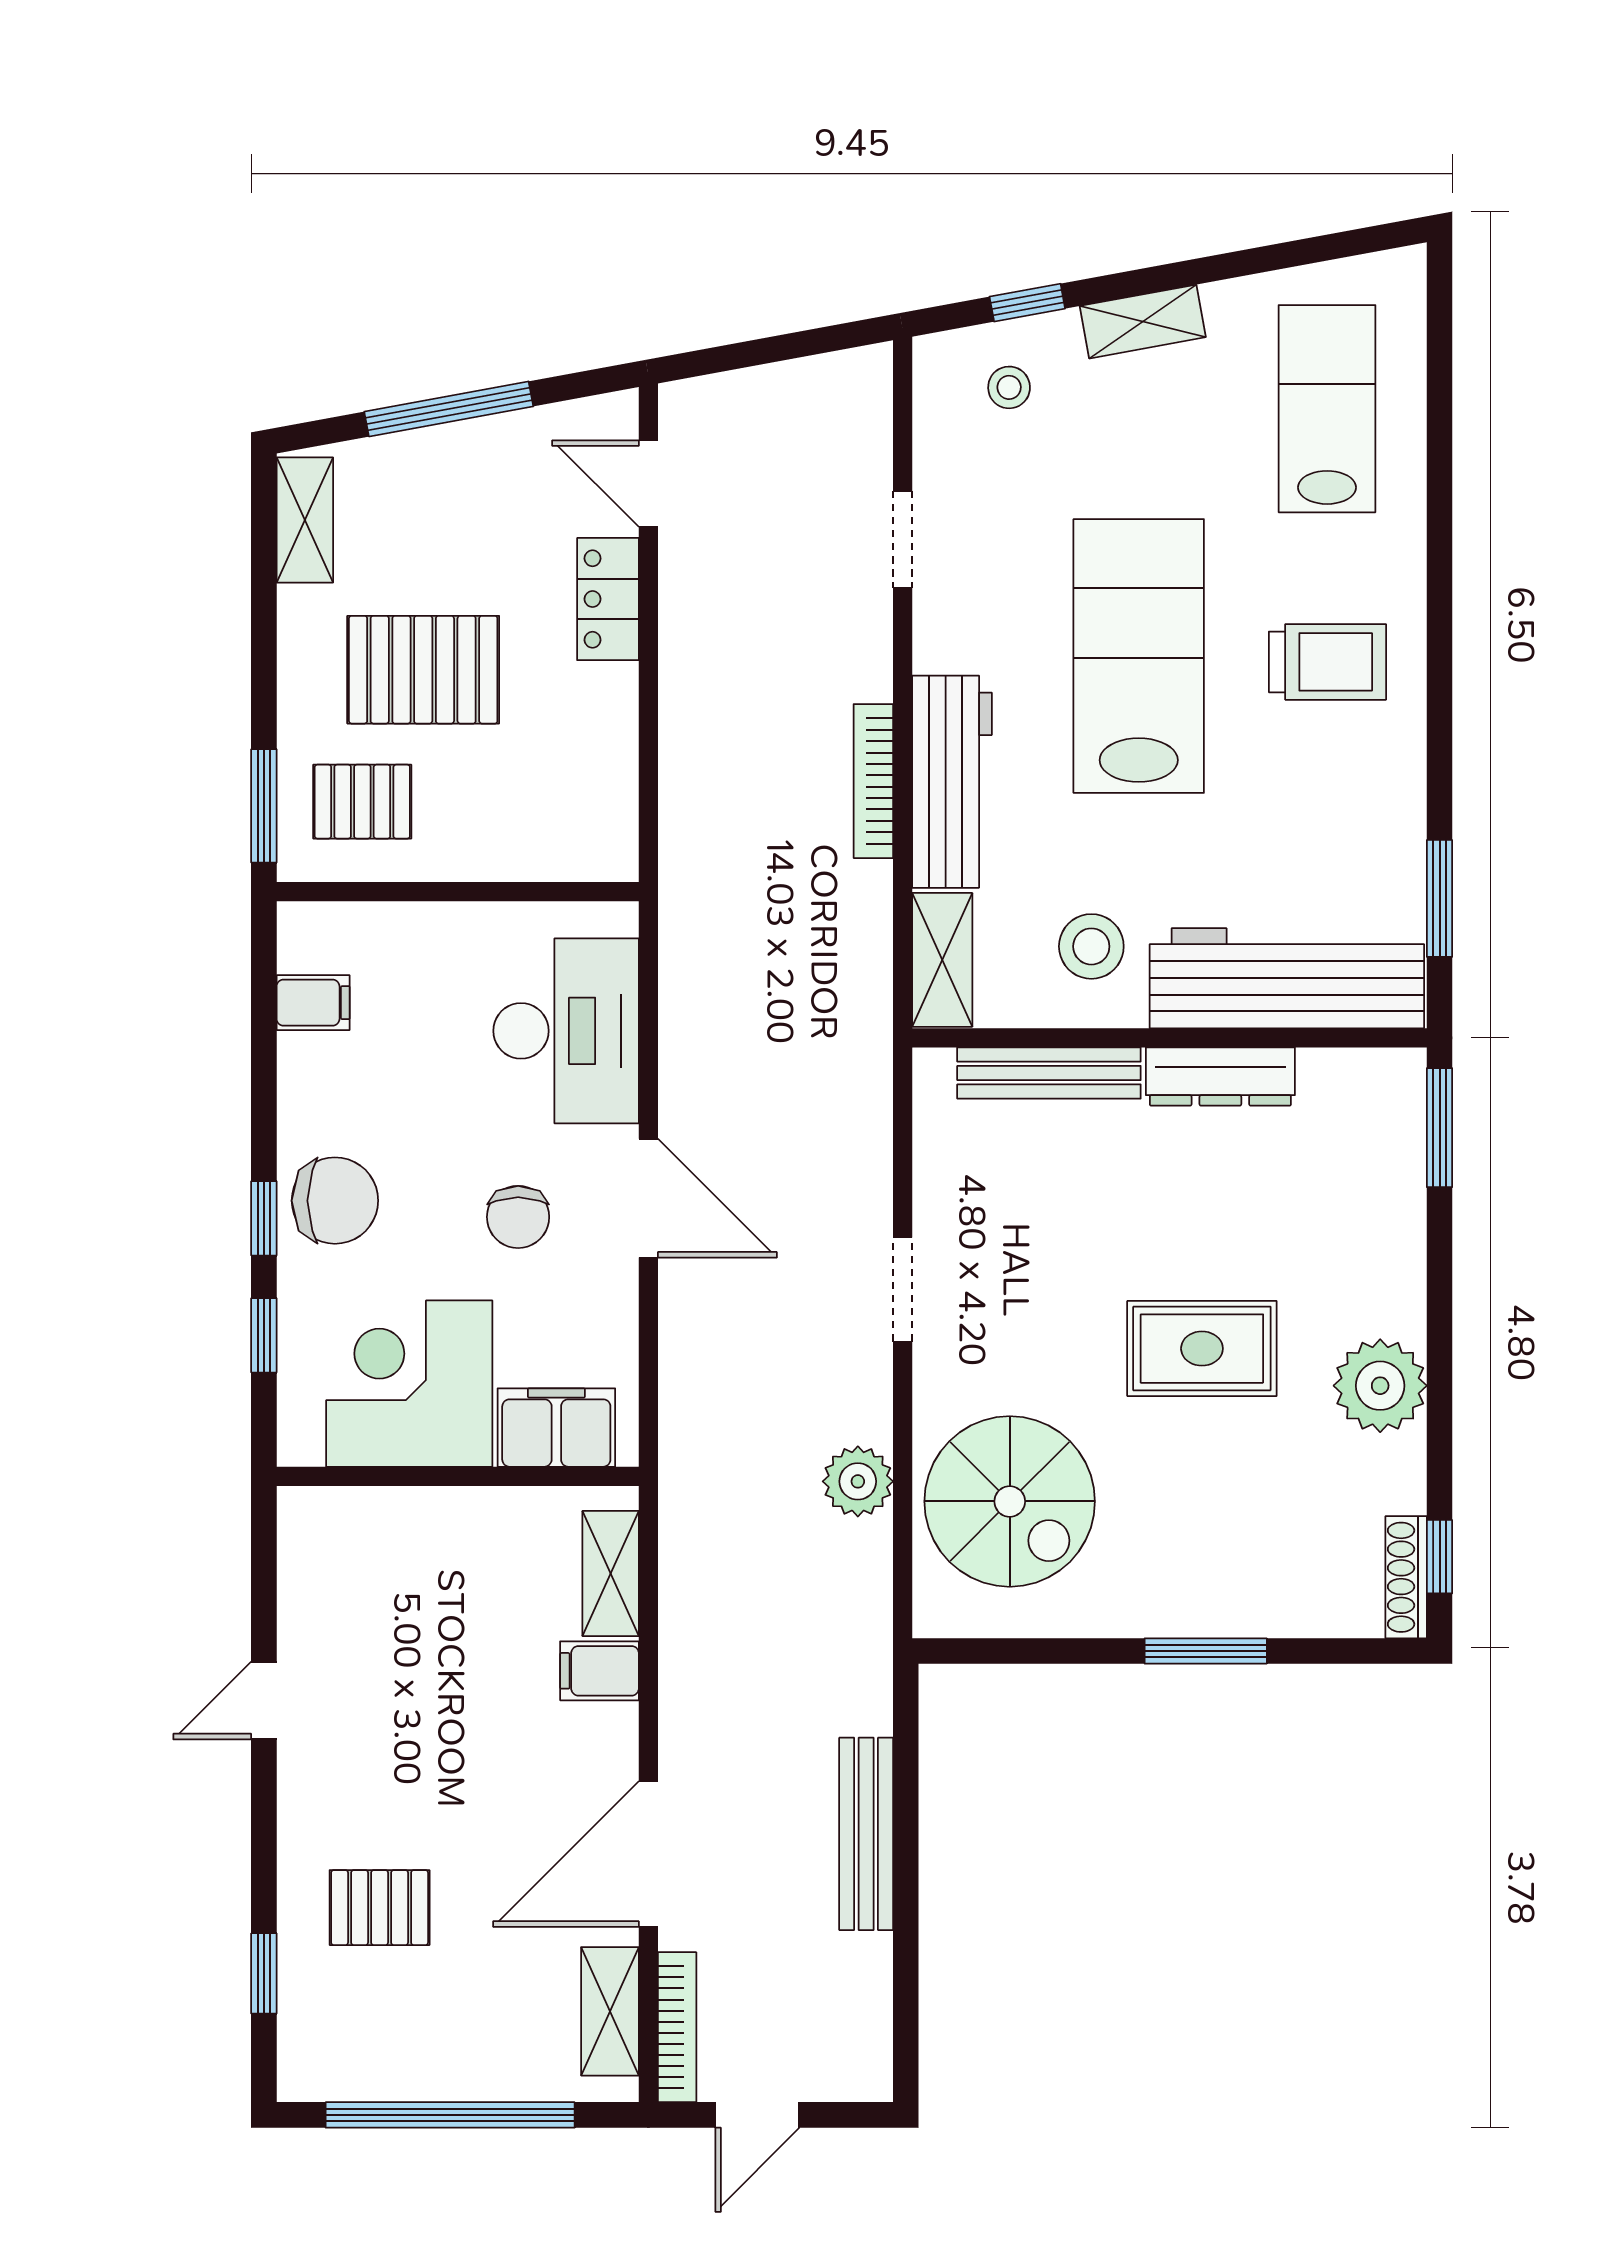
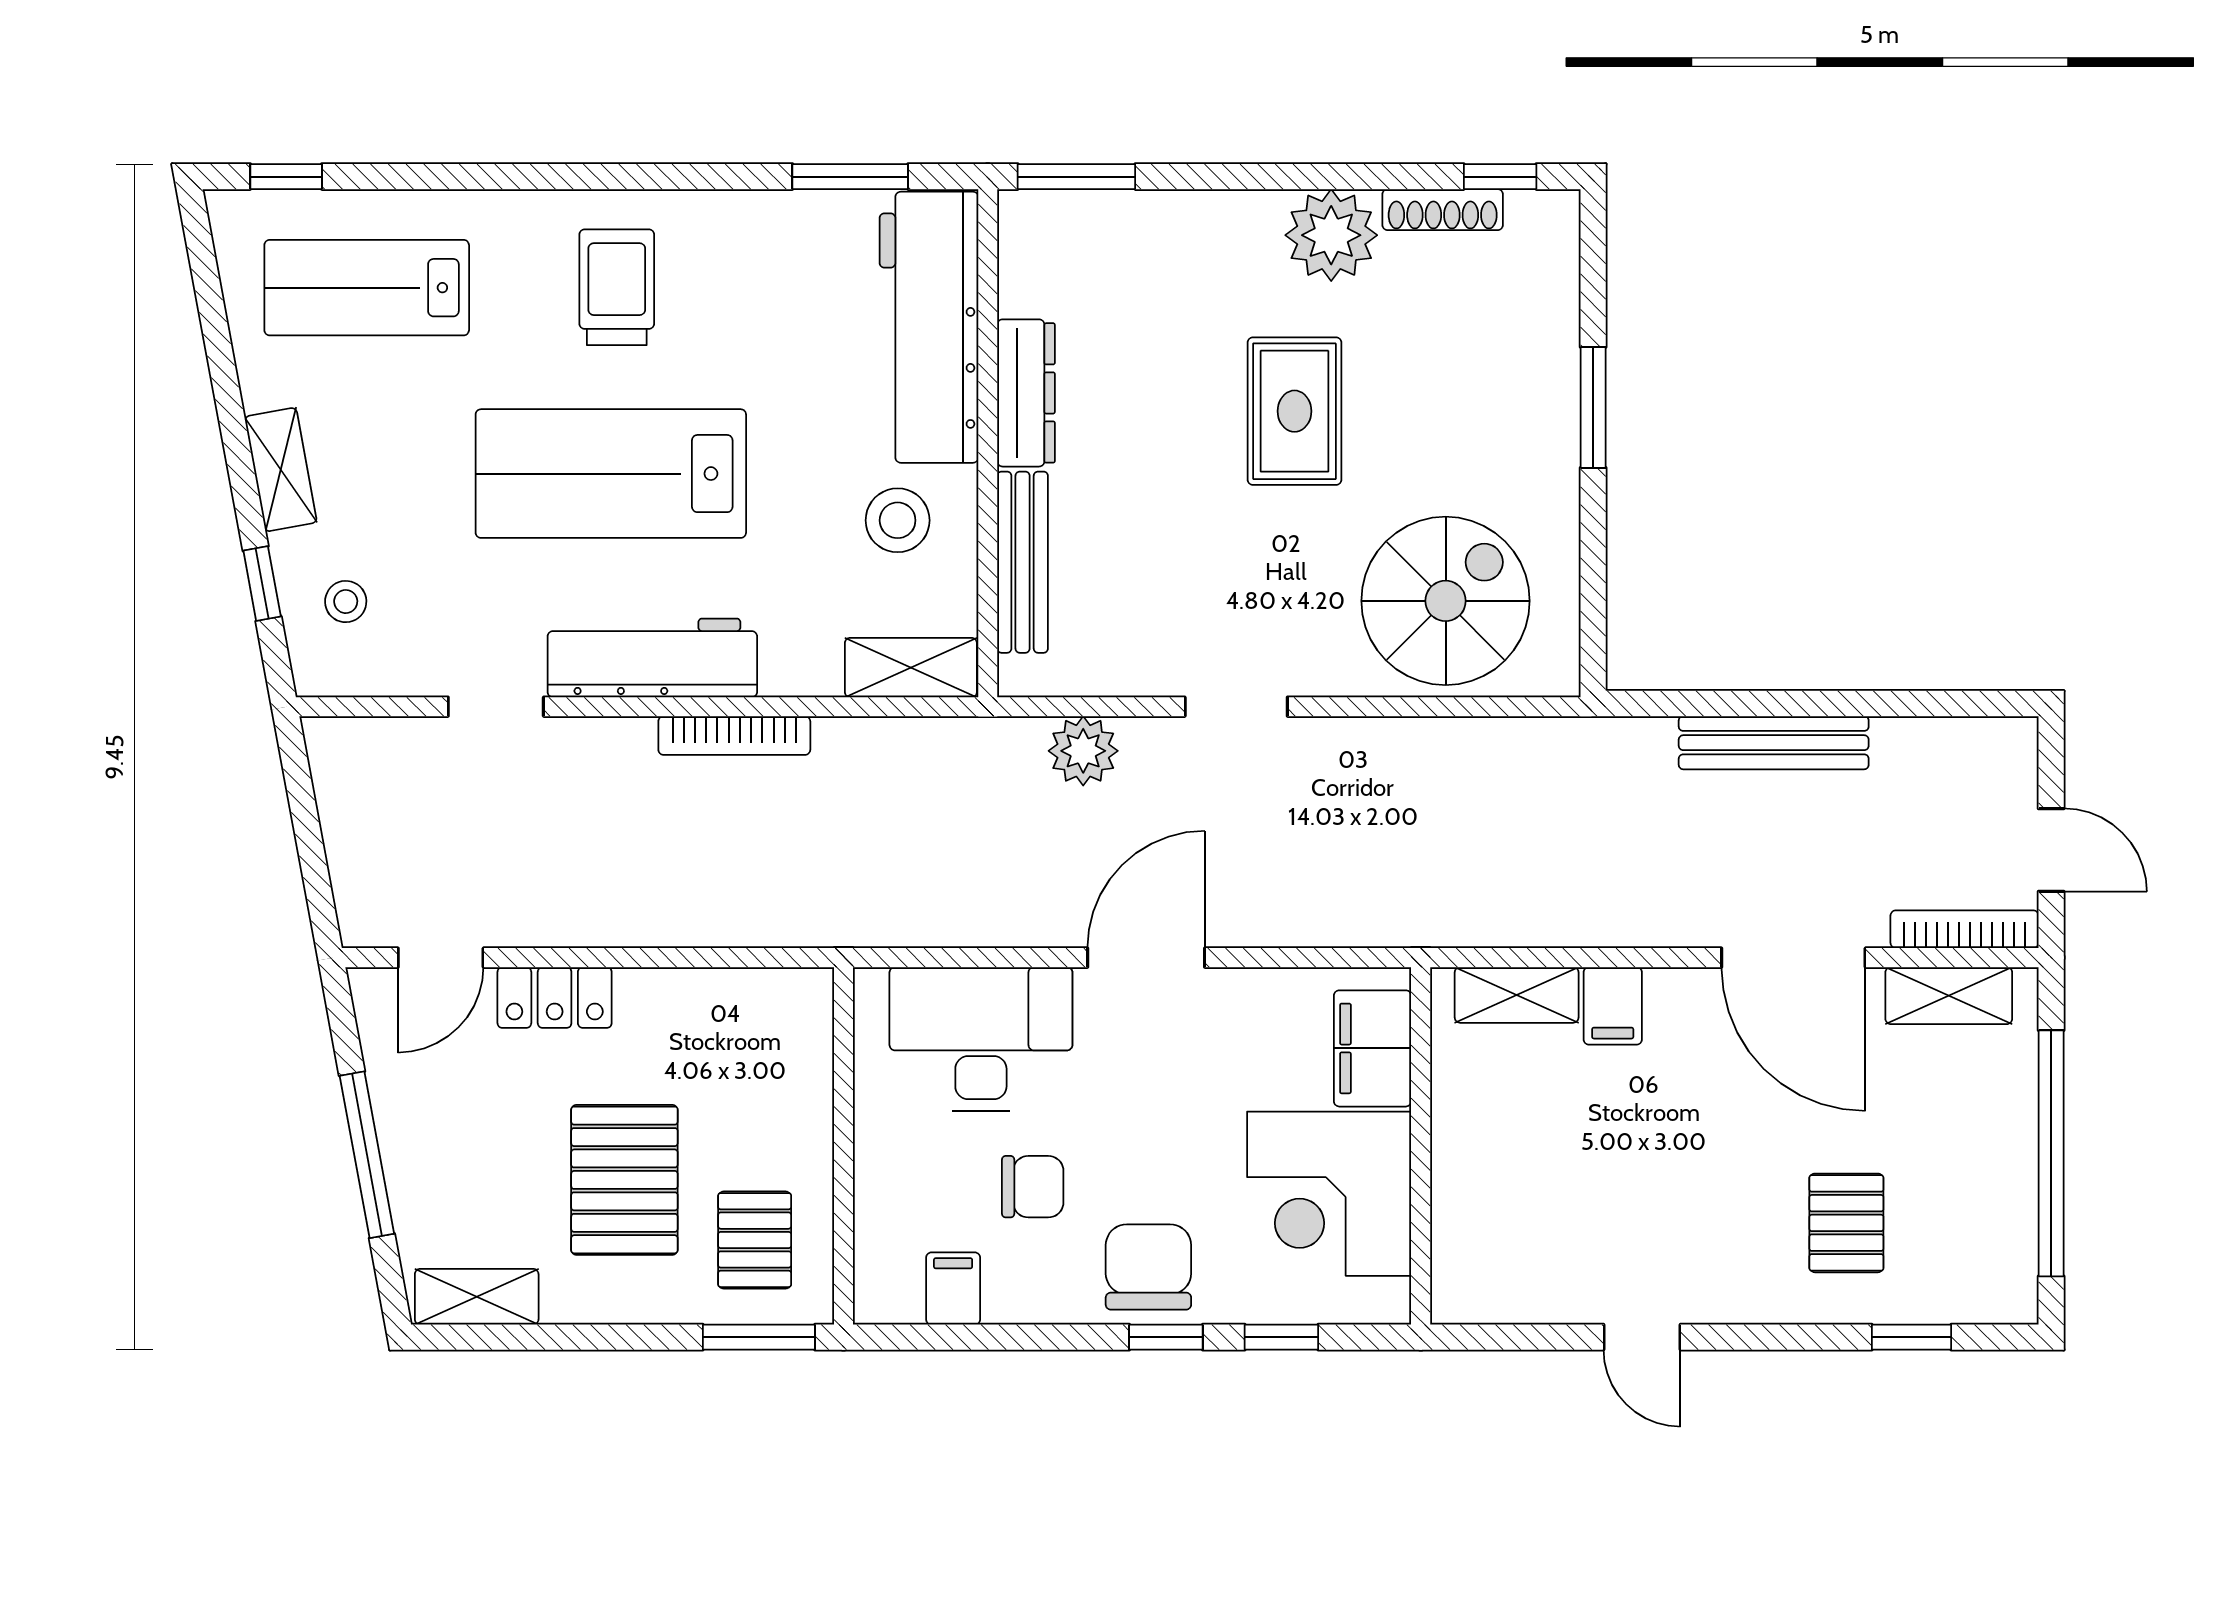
window: (1440, 327) -> (286, 177), added
workbench: (952, 782) -> (652, 658), moved
chair: (518, 1217) -> (1033, 1187), moved
plant: (858, 1481) -> (1083, 751), moved
shoe rack: (1406, 1577) -> (1443, 210), moved

